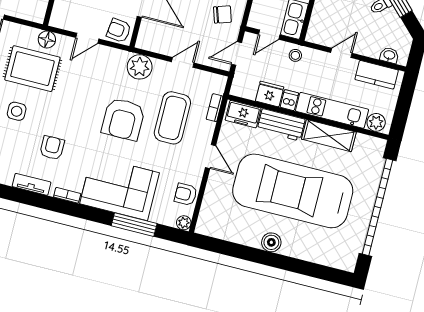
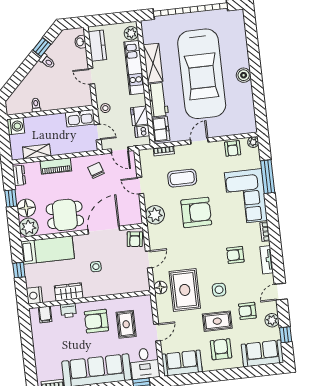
door: (87, 38) -> (149, 259), hinge flipped
dishwasher: (289, 100) -> (142, 131), moved
coffee table: (172, 118) -> (182, 178), width x0.73, depth x0.76

